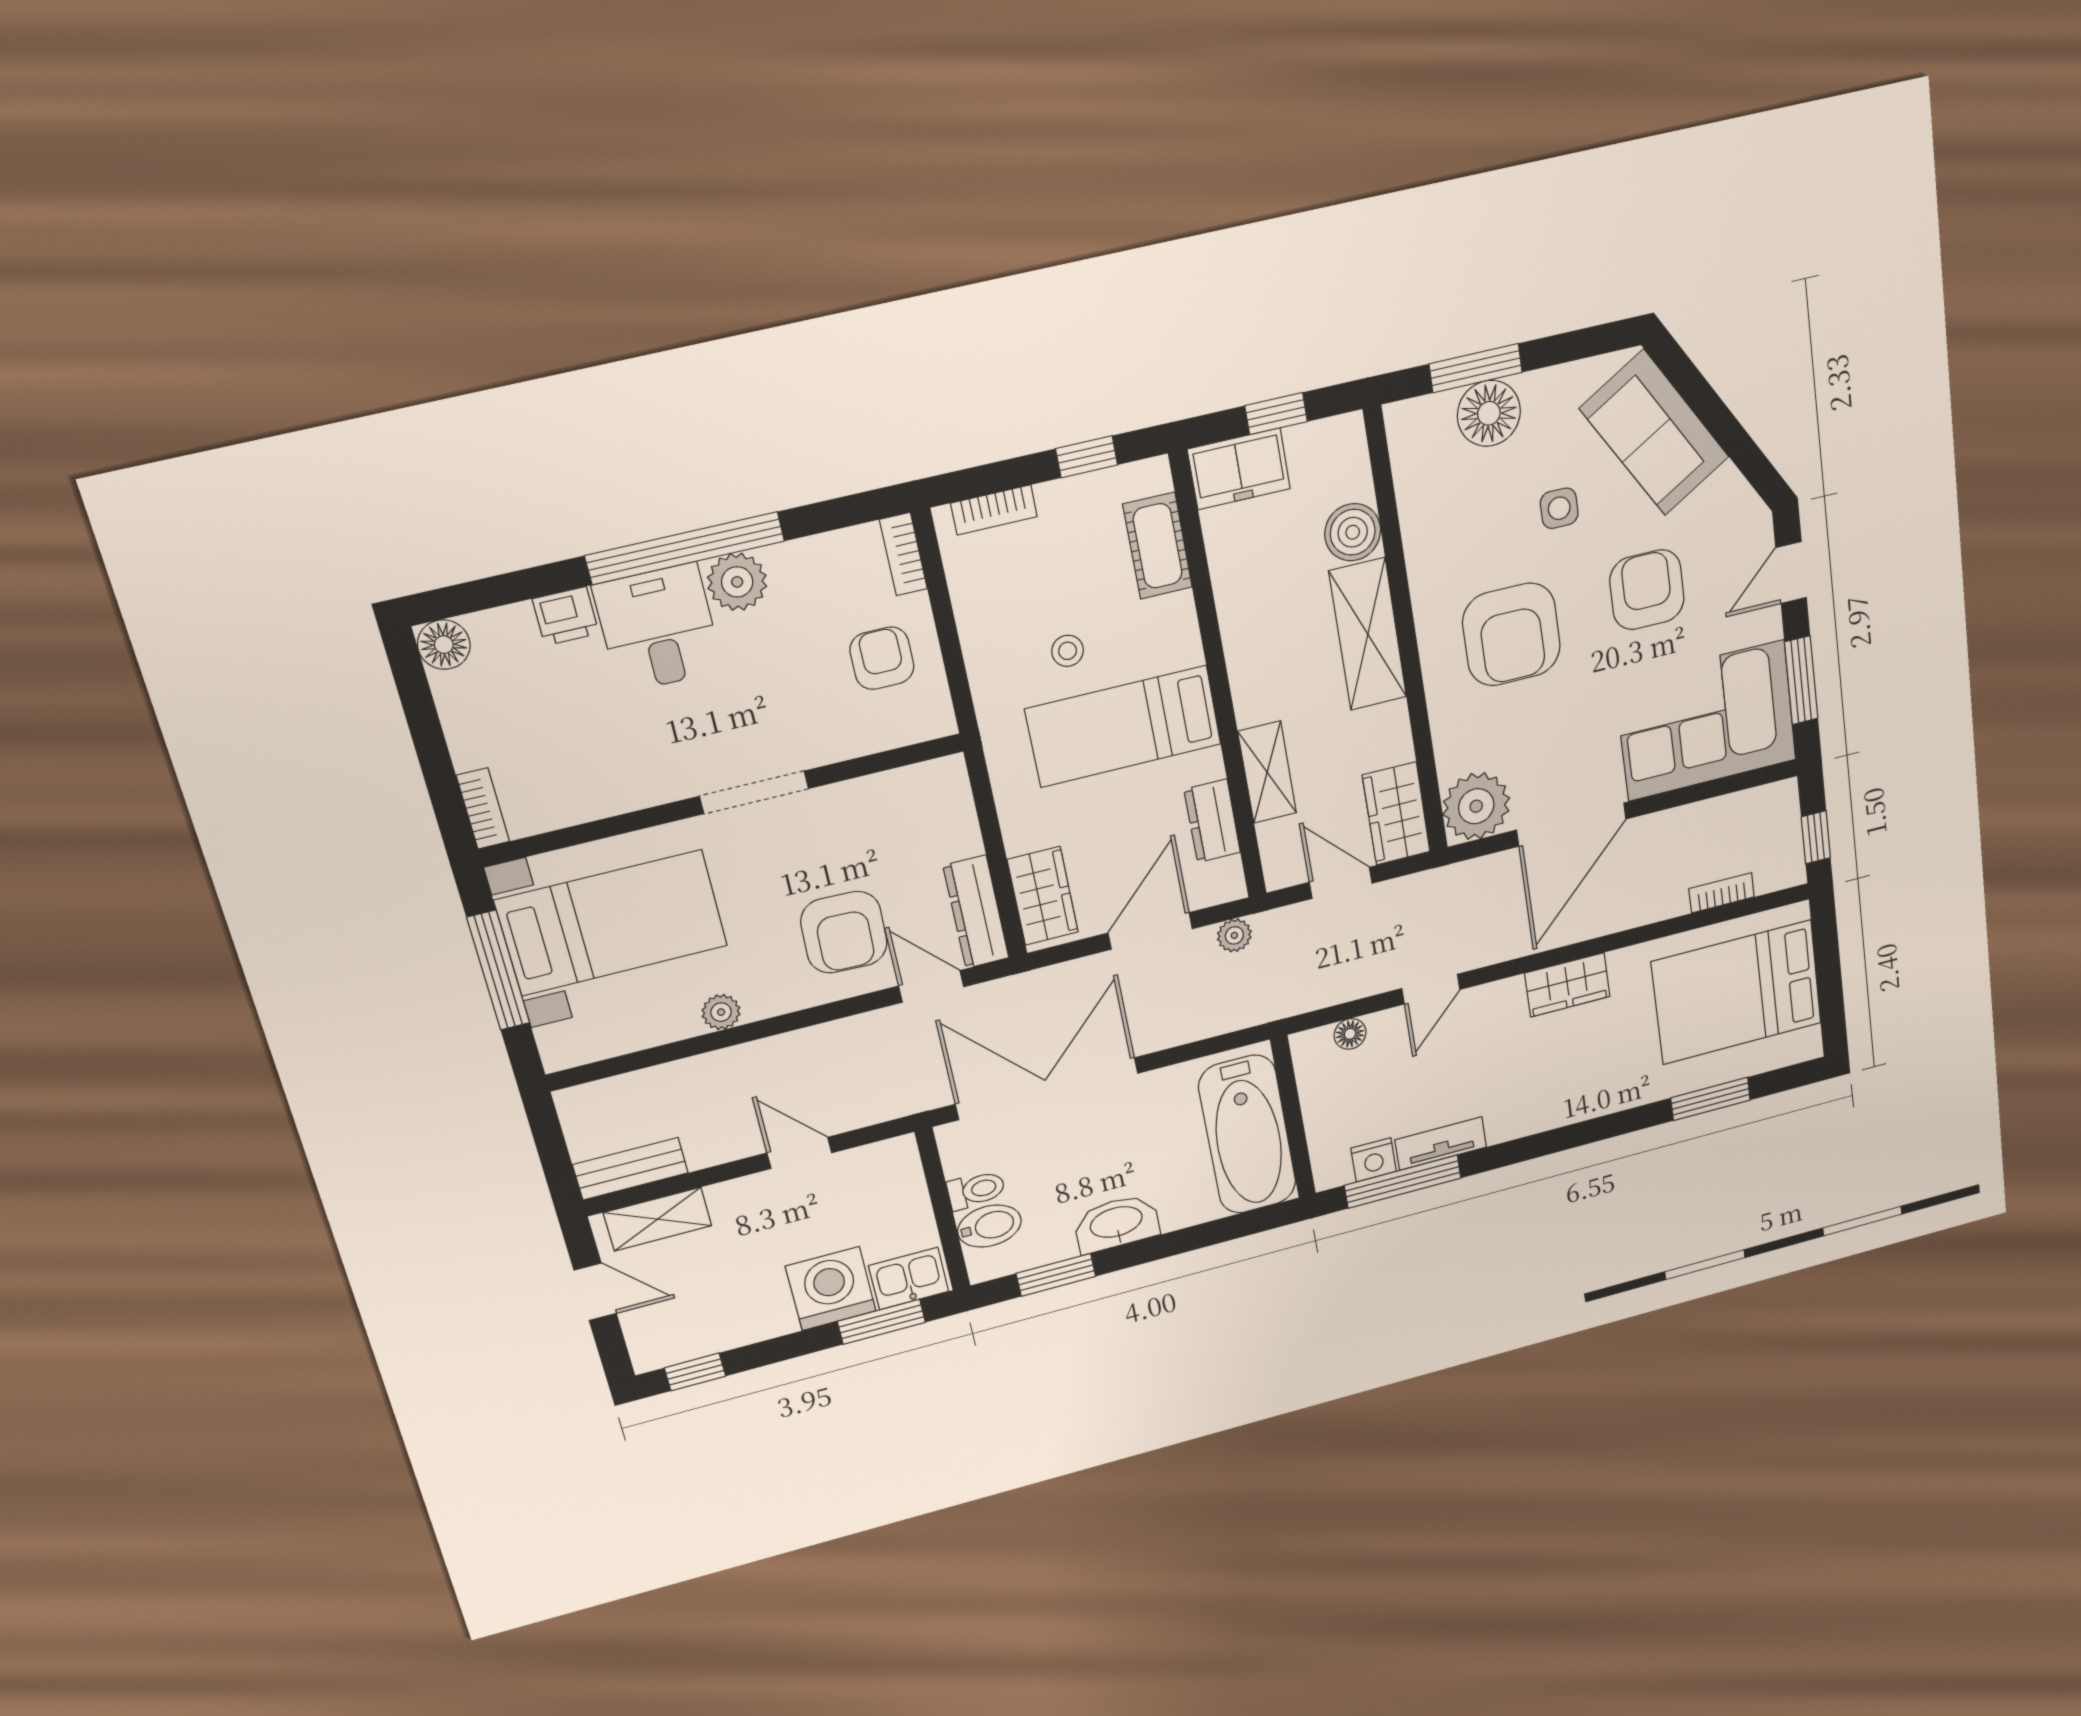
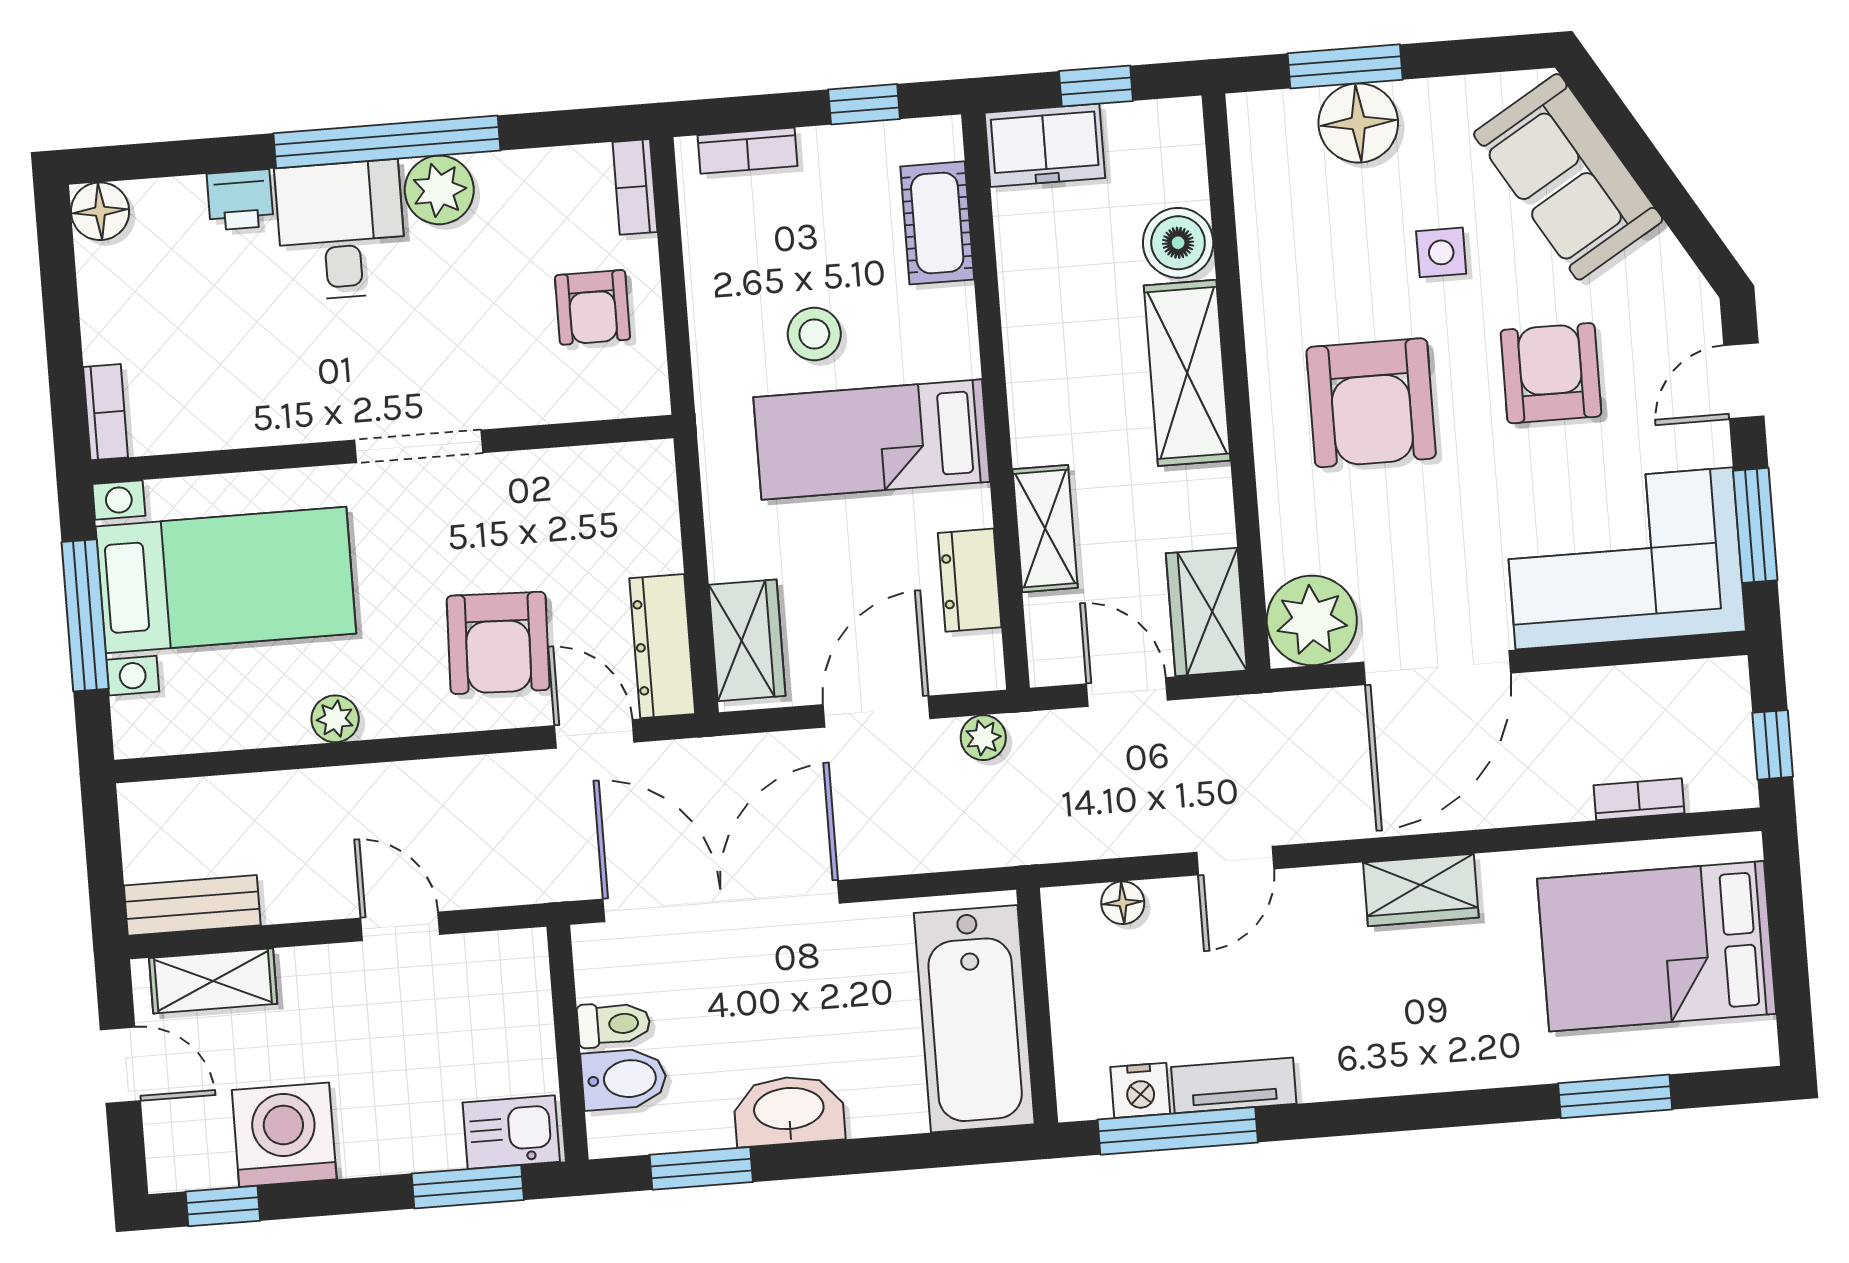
stool: (1068, 651) -> (814, 334), width x1.37, depth x1.37
armchair: (882, 658) -> (593, 307), turned 180
washing machine: (831, 1289) -> (284, 1135), moved

